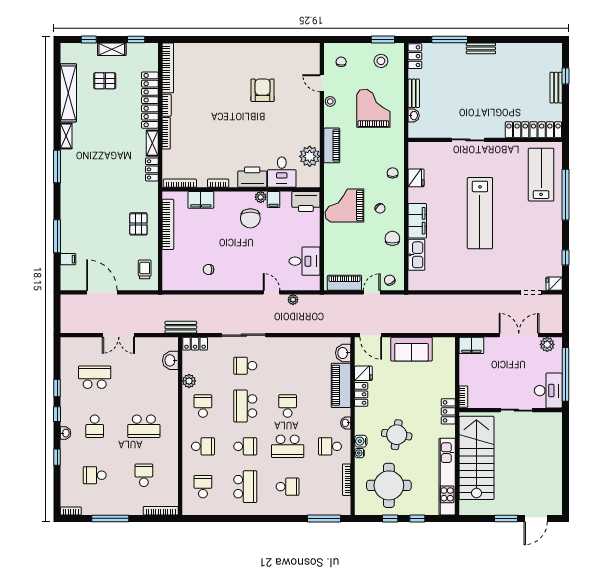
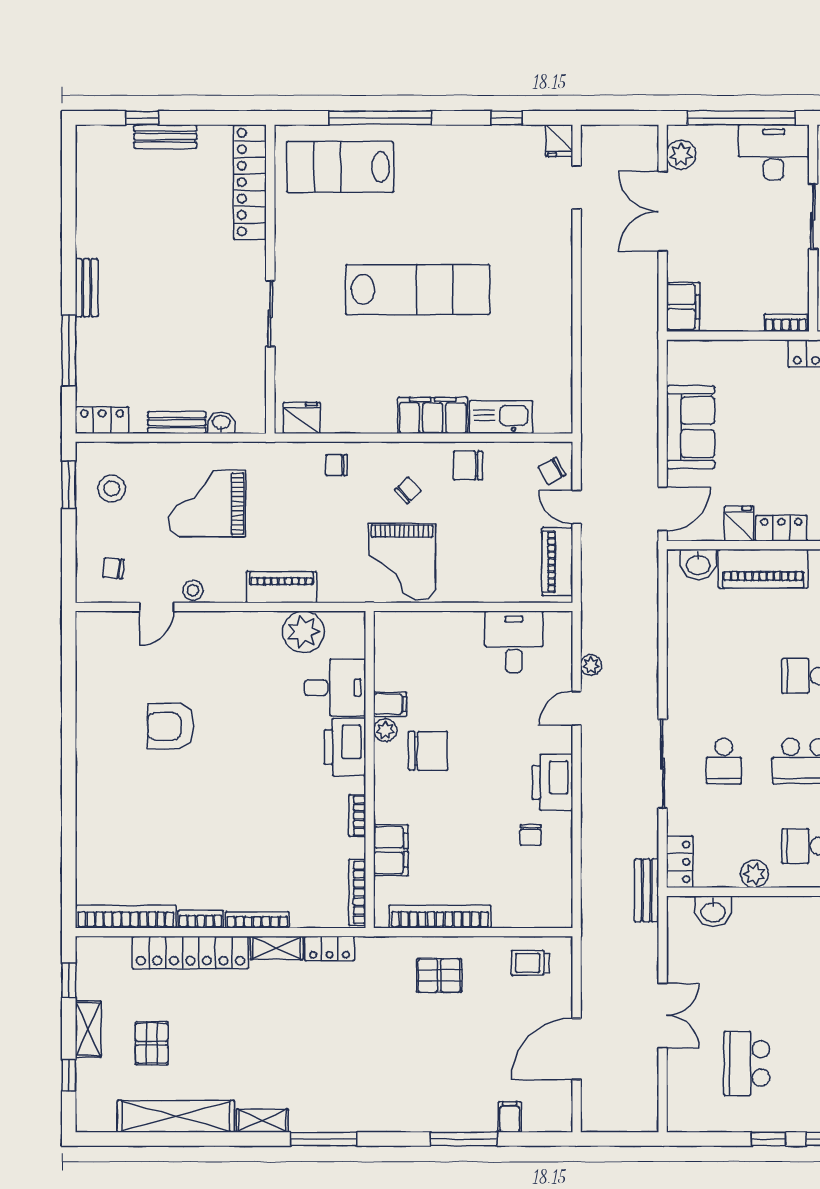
fridge: (416, 178) -> (302, 418), moved
printer: (306, 201) -> (552, 782), moved, turned 180

